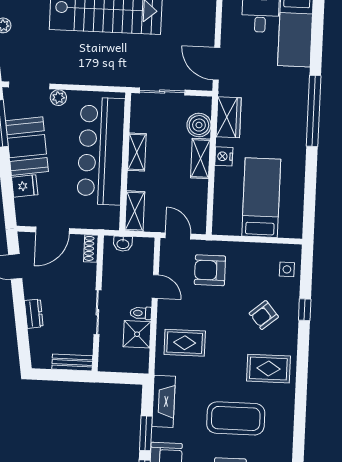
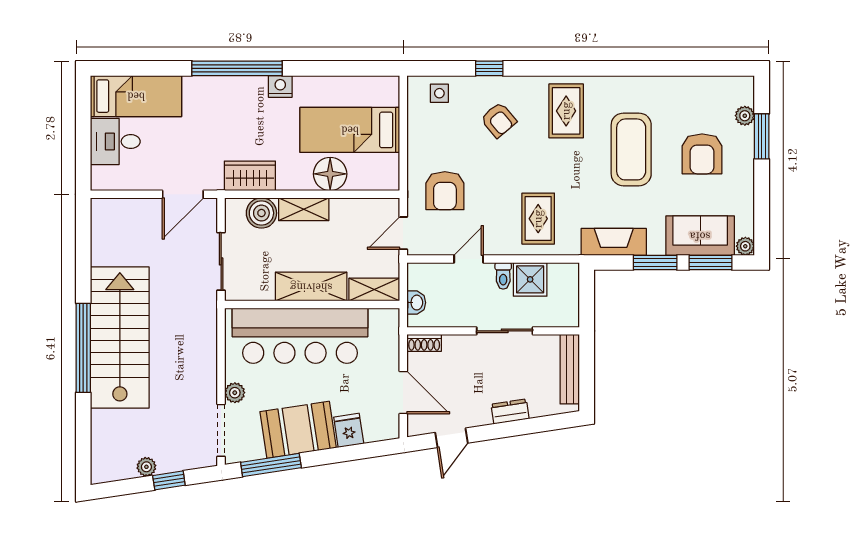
shelving: (137, 152) -> (311, 287), width x1.50, depth x1.33
nightstand: (224, 156) -> (280, 86), moved, turned 180
floor lamp: (227, 180) -> (330, 174), added
bench: (72, 362) -> (570, 369), width x1.36

